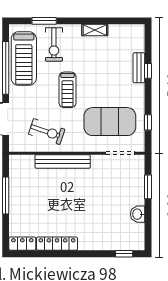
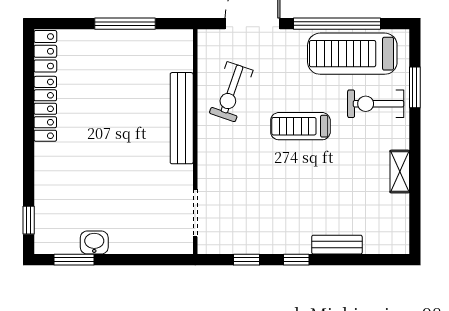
window: (148, 71) -> (296, 260), moved
exercise mat: (110, 122) -> (248, 196), removed
window: (148, 187) -> (74, 260), moved

